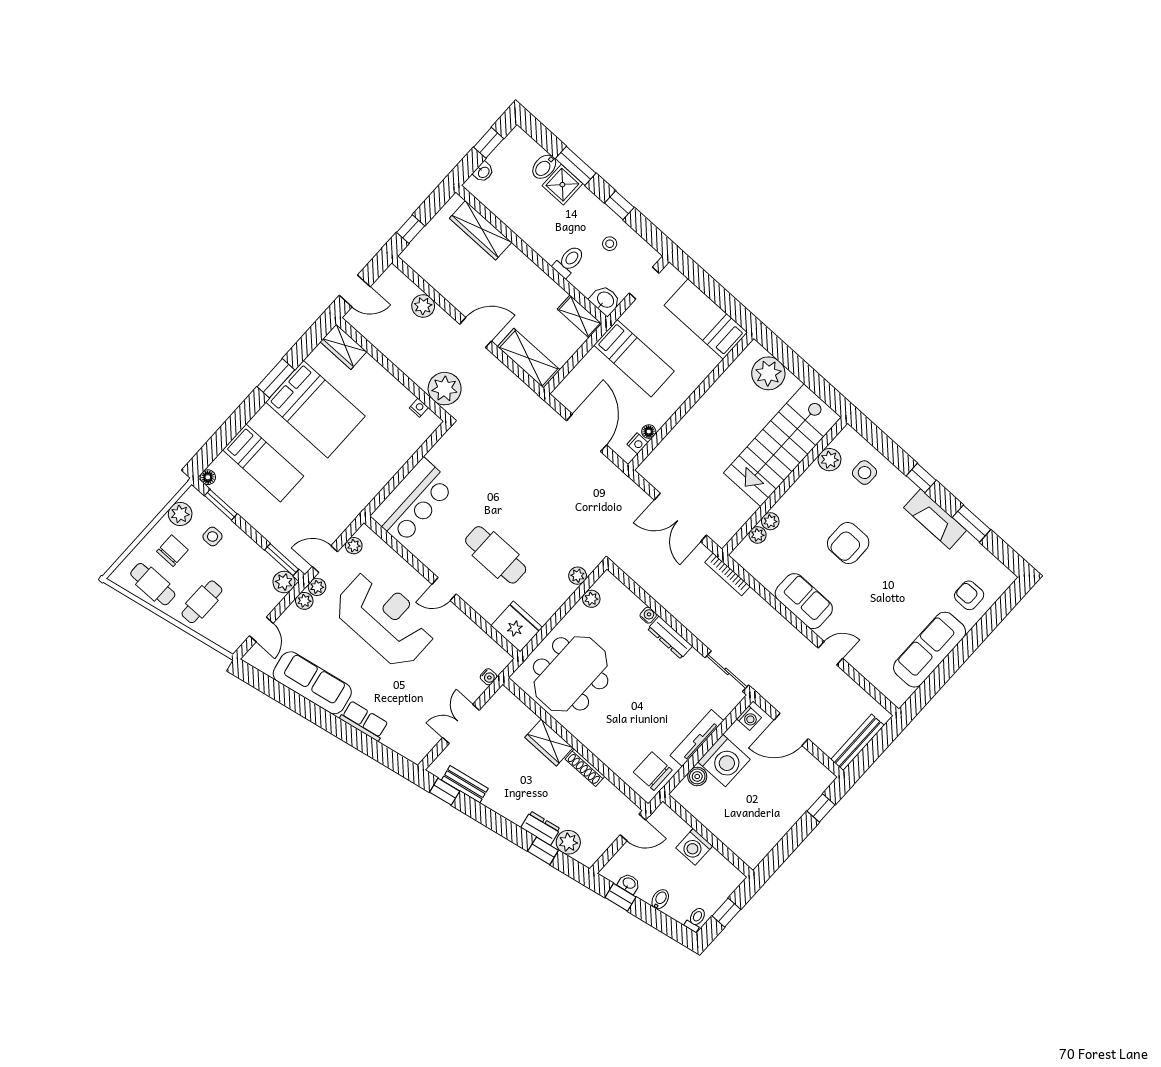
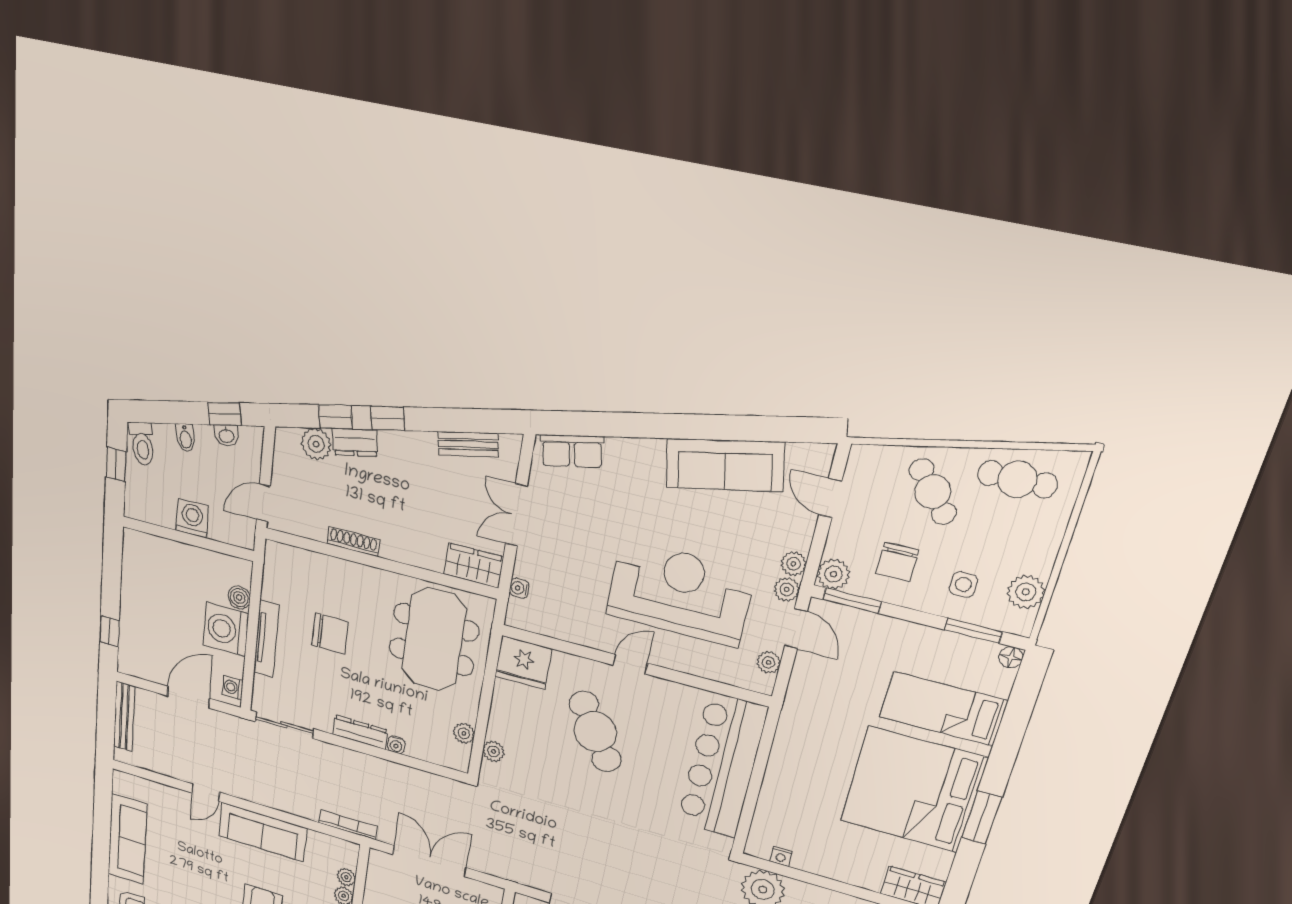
bed: (315, 409) -> (913, 790), width x1.36
bar counter: (413, 501) -> (722, 766), width x1.36
chair: (172, 551) -> (897, 562), moved
cafe table: (496, 555) -> (595, 732), turned 57
door: (325, 559) -> (796, 629), hinge flipped
sofa: (804, 601) -> (263, 832), width x1.36
cafe table: (202, 602) -> (933, 492), turned -41
reception desk: (385, 619) -> (680, 593), turned 180
row of seats: (364, 721) -> (572, 451), moved
double door: (461, 724) -> (516, 515), swing flipped
wardrobe: (549, 742) -> (474, 566), moved
chair: (653, 771) -> (330, 634), moved
window: (445, 792) -> (388, 418), moved
toilet: (696, 919) -> (142, 444), width x1.37, depth x1.39

